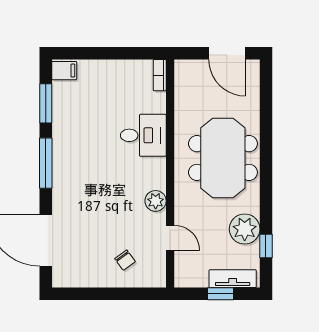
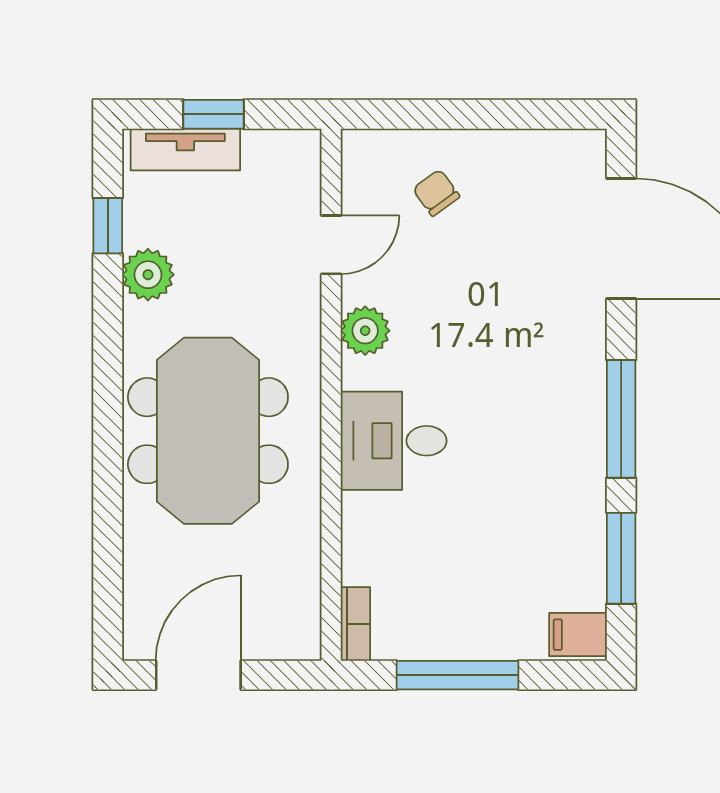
window: (116, 53) -> (458, 675), added
door: (227, 53) -> (198, 675), hinge flipped
desk: (143, 135) -> (394, 441), moved
plant: (245, 229) -> (148, 275), width x0.73, depth x0.73
door: (170, 238) -> (331, 245), swing flipped

